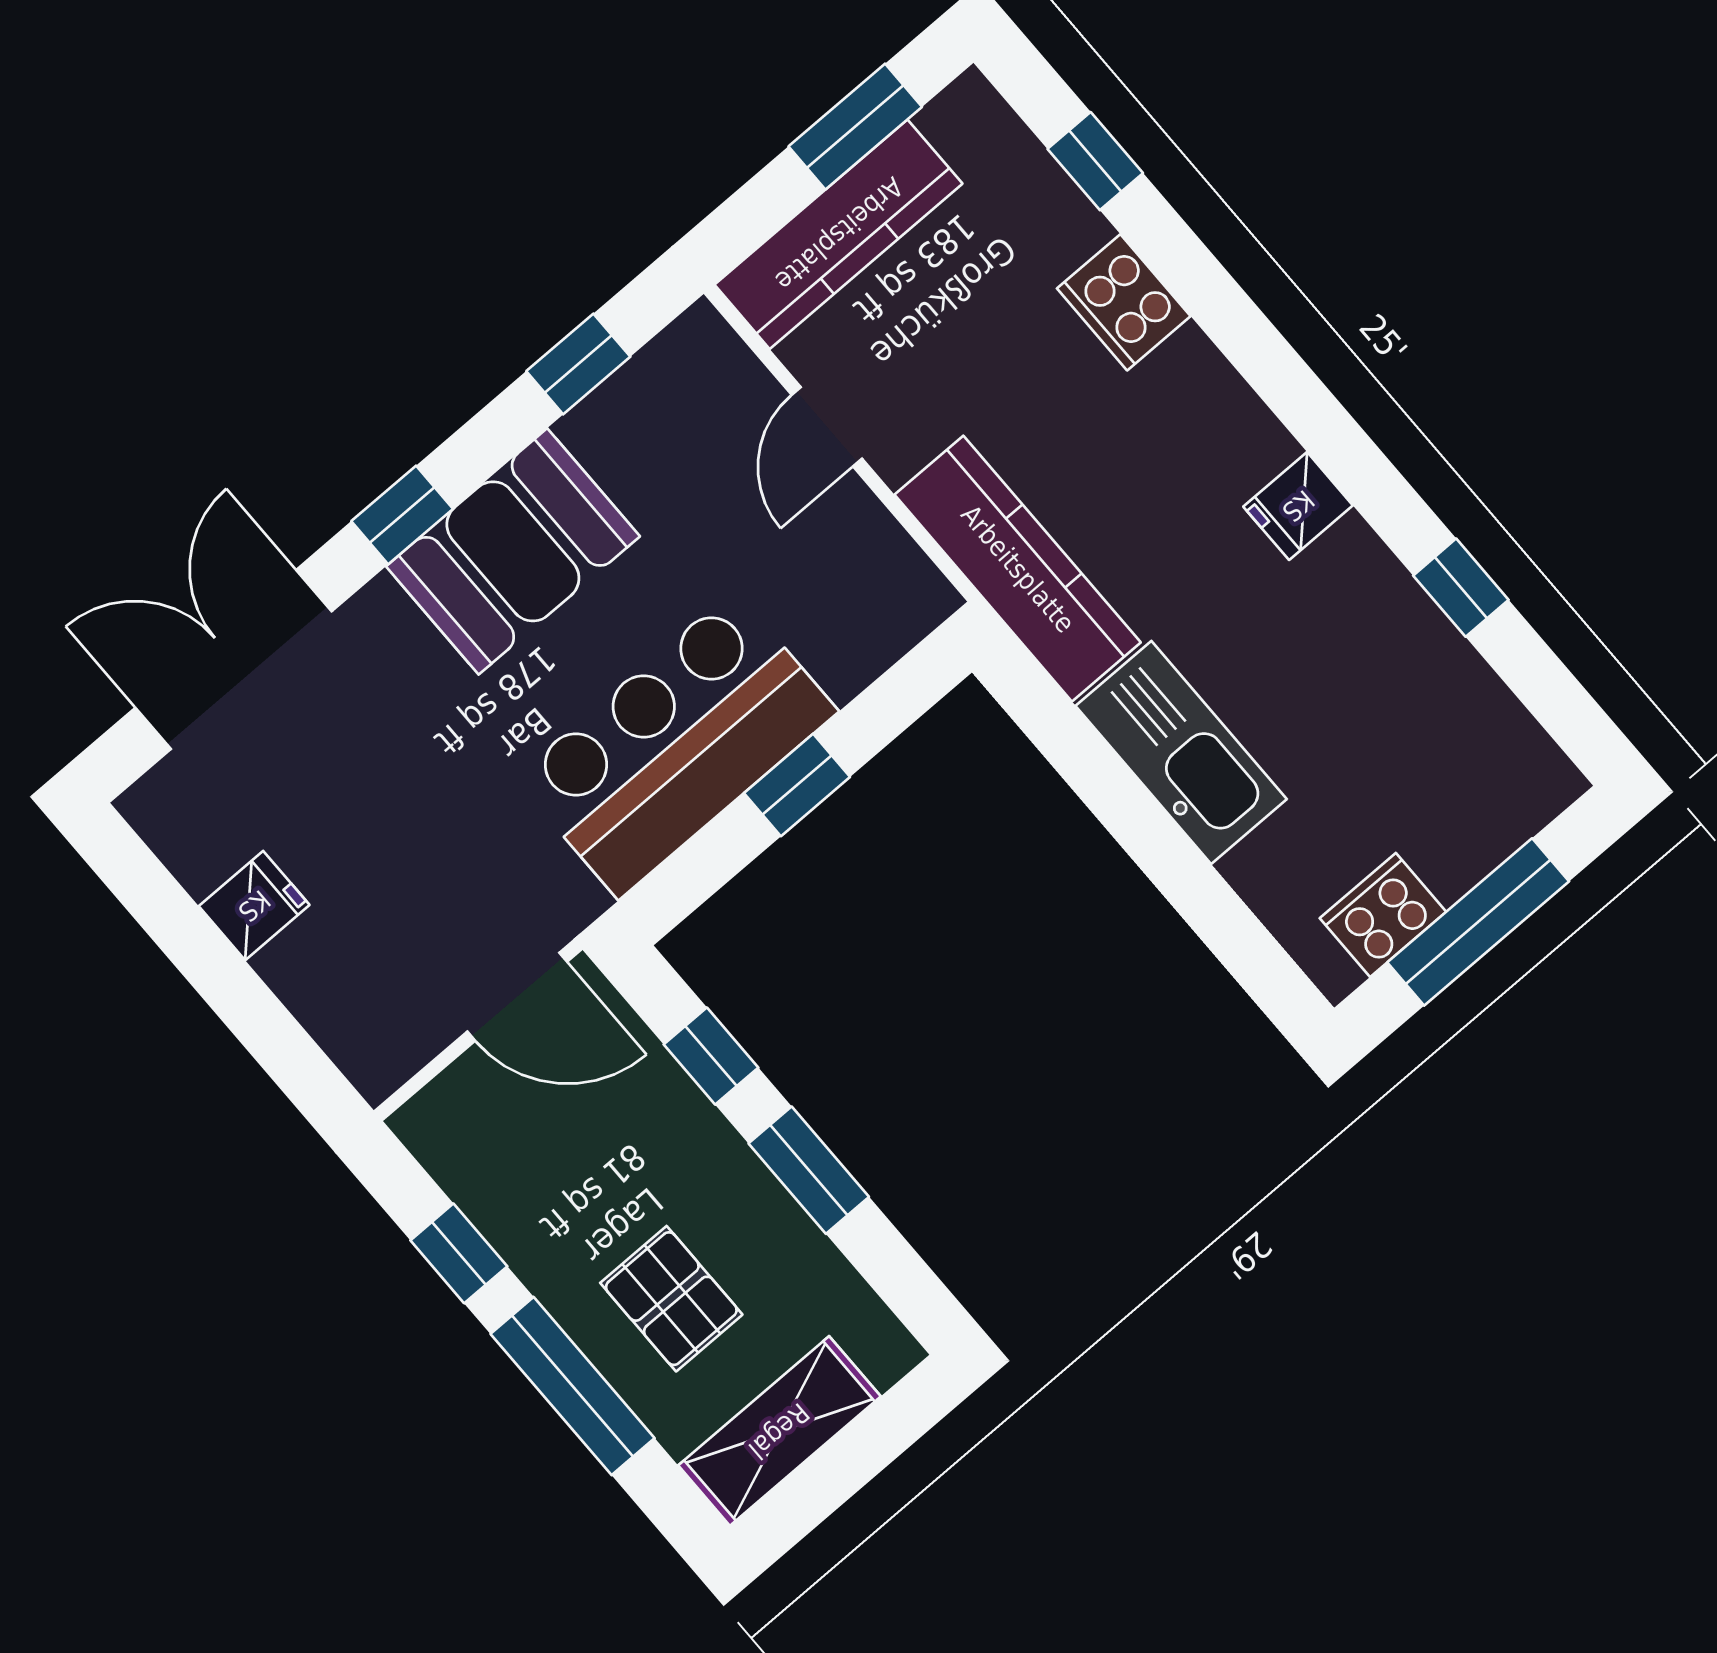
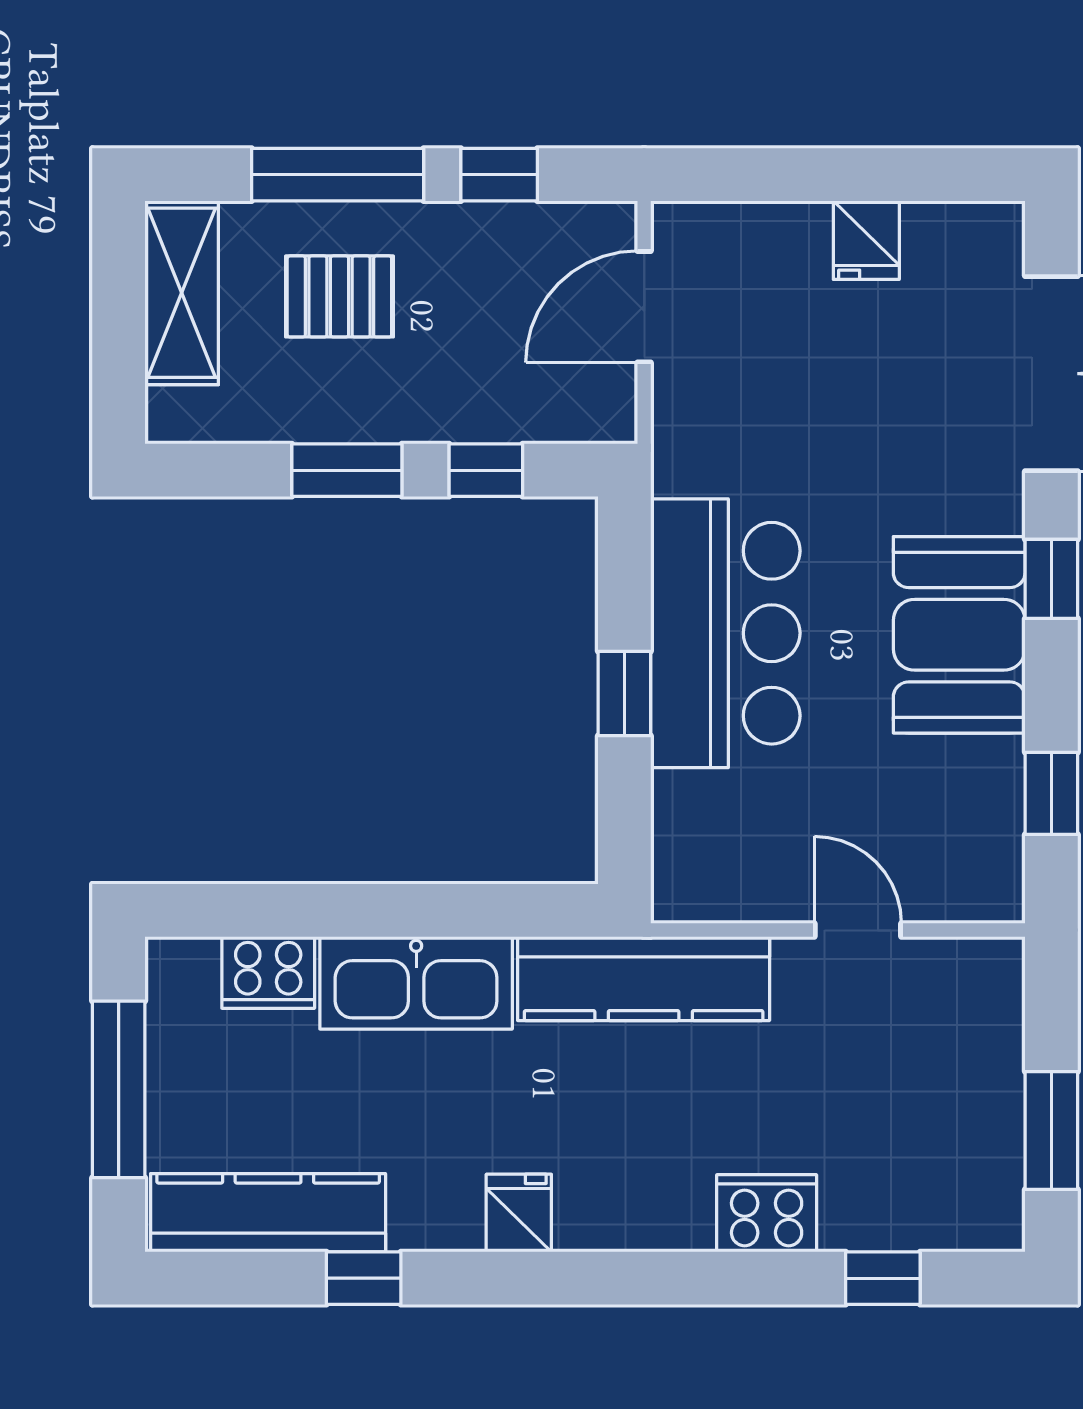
kitchen counter: (839, 234) -> (268, 1213), moved, turned 90
cooker: (1383, 915) -> (268, 972), moved, turned 90
door: (517, 997) -> (644, 307), moved

